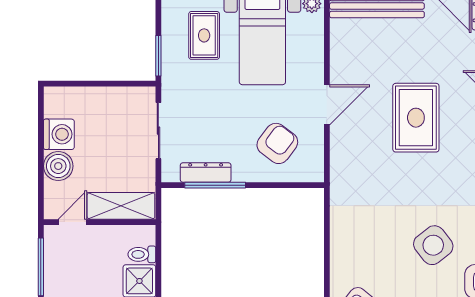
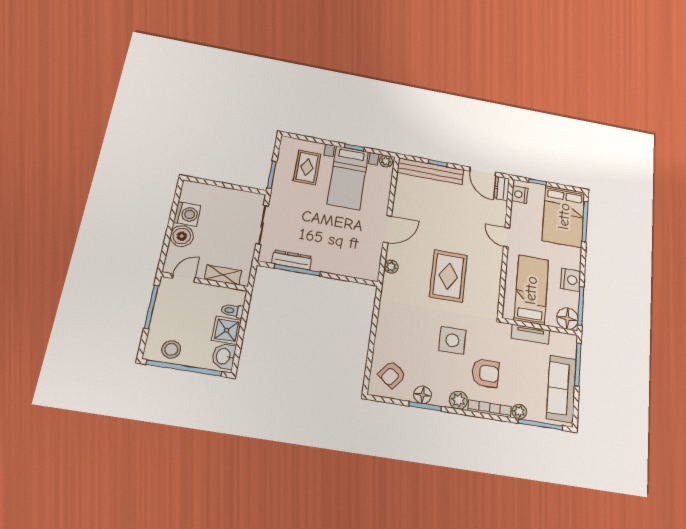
rug: (416, 118) -> (448, 276), moved
armchair: (277, 143) -> (348, 249), removed
plant: (339, 158) -> (391, 267), added
shelving: (121, 206) -> (223, 275), width x0.67, depth x0.75
side table: (433, 245) -> (452, 340), turned 38

